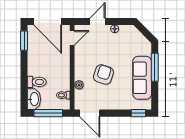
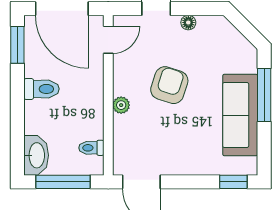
armchair: (103, 74) -> (169, 85), moved
toilet: (37, 82) -> (41, 89), moved
plant: (79, 85) -> (121, 105), moved

